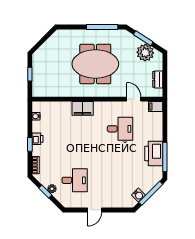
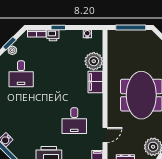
window: (30, 74) -> (131, 27), width x2.17
plant: (62, 110) -> (94, 61), added
printer: (37, 139) -> (53, 35), moved

